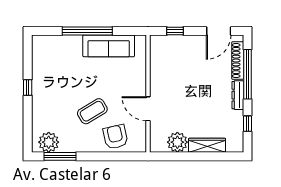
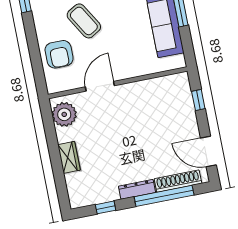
armchair: (115, 137) -> (59, 54), turned 103
plant: (177, 142) -> (64, 114), moved
wardrobe: (207, 145) -> (69, 157), width x0.67

